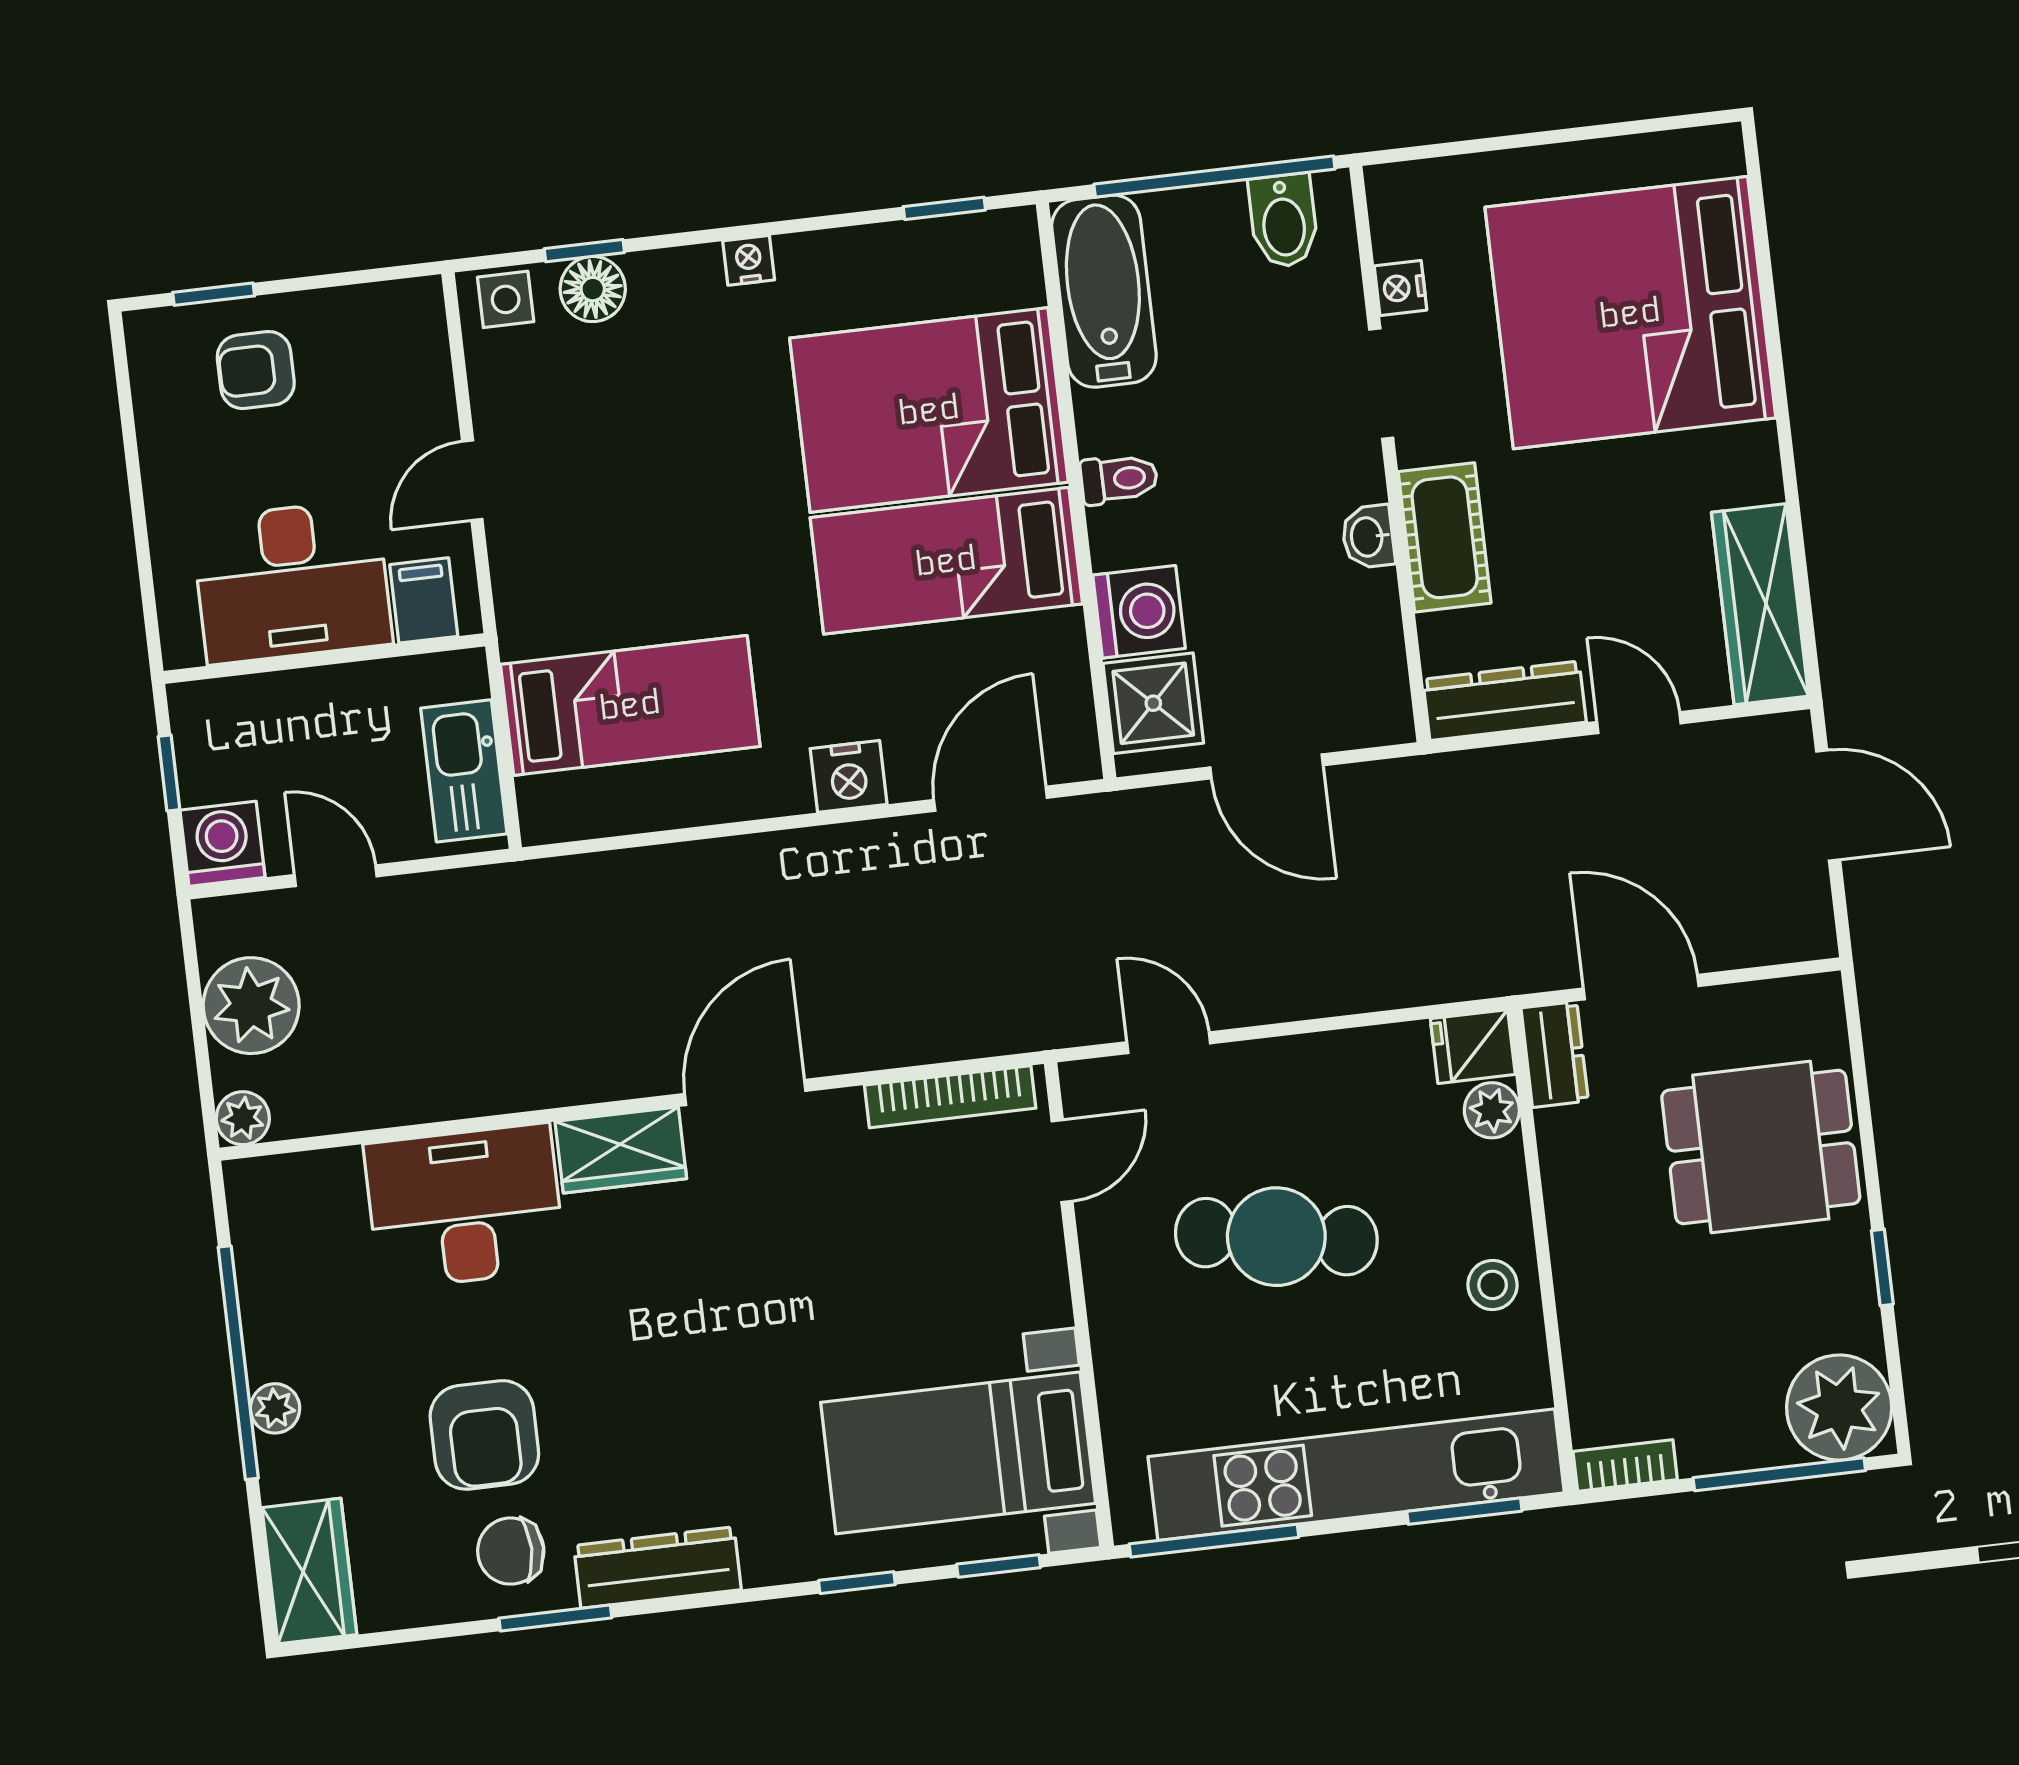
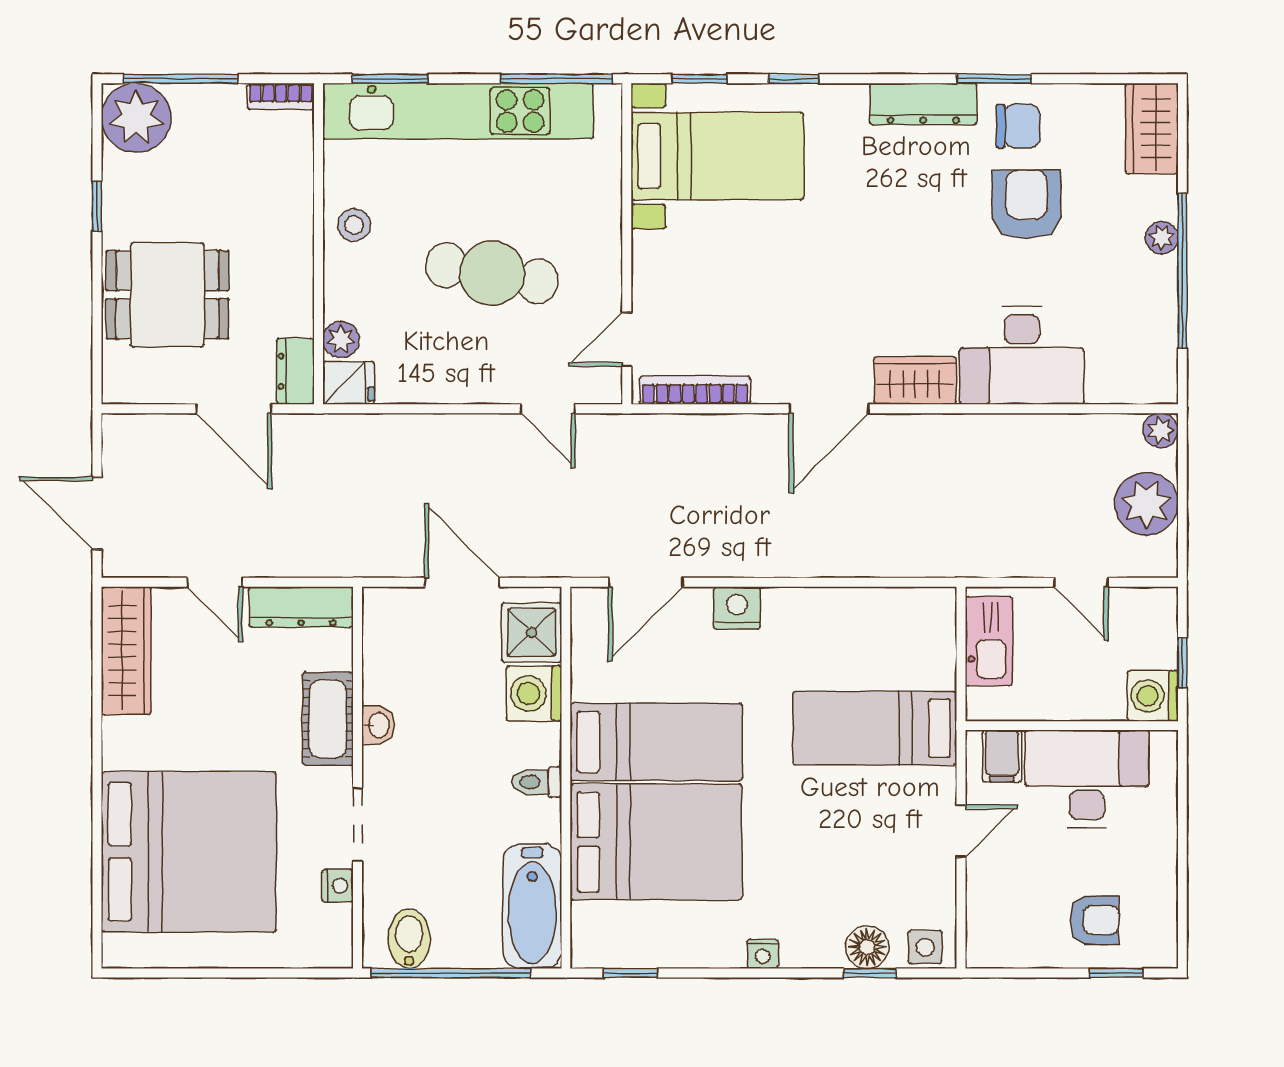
bed: (630, 705) -> (875, 728), moved
washing machine: (222, 844) -> (1153, 696), moved, turned 90

